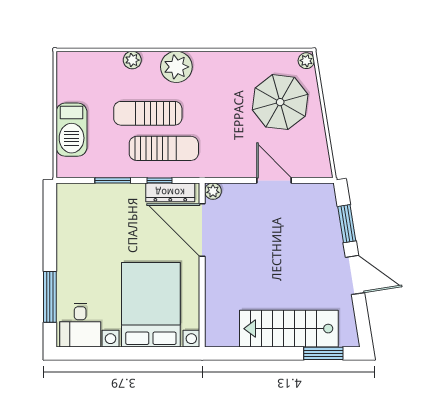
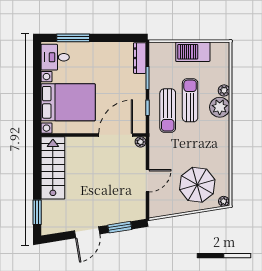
plant: (176, 67) -> (220, 107), moved
barbecue: (72, 130) -> (193, 52), moved
dresser: (170, 192) -> (140, 58), moved
stairs: (289, 329) -> (53, 168), moved

